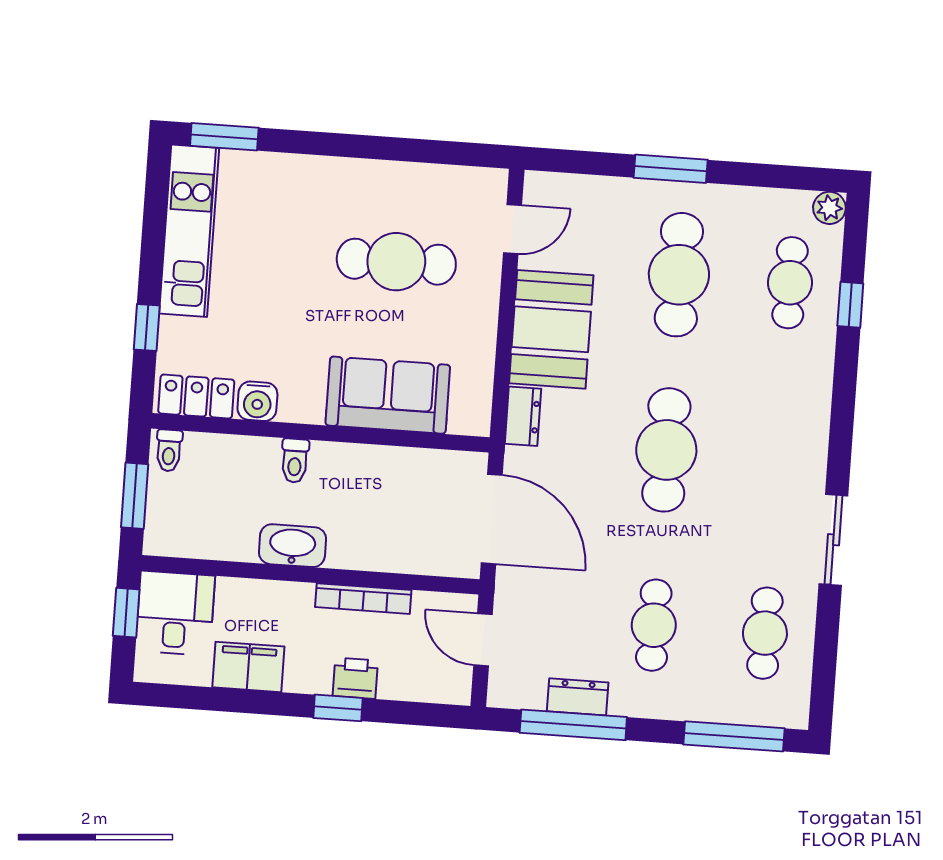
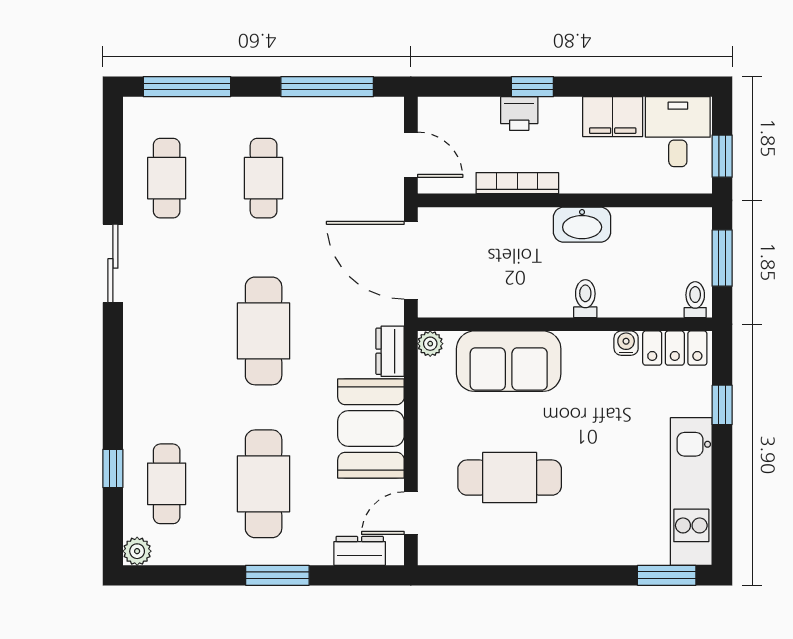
water cooler: (257, 401) -> (626, 343), width x0.72, depth x0.72
plant: (476, 422) -> (430, 344), added
desk: (175, 613) -> (678, 132), moved, turned 180
dresser: (578, 697) -> (360, 551), moved, turned 180

